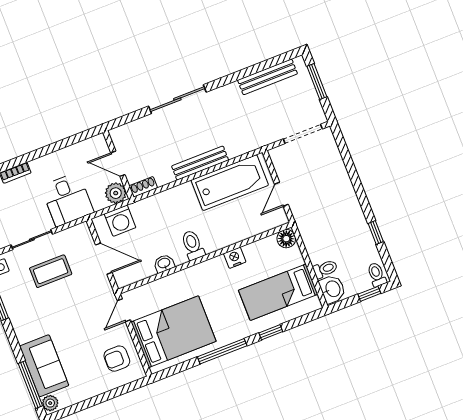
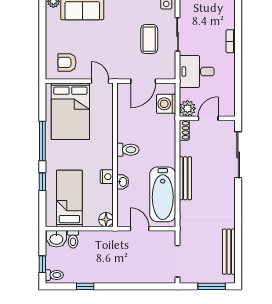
sliding door: (177, 99) -> (238, 155), moved
washbasin: (164, 263) -> (123, 182), moved
armchair: (117, 359) -> (67, 62), turned -90

